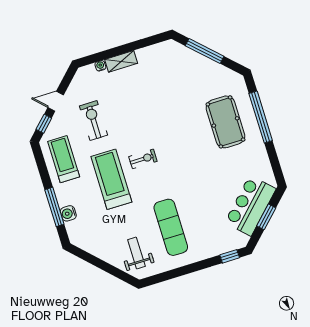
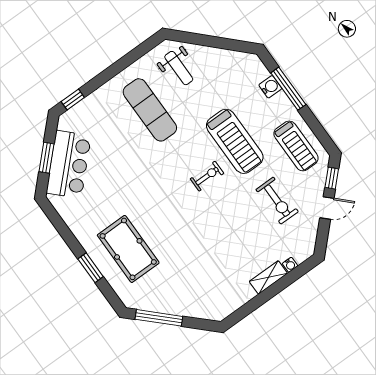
window: (205, 51) -> (159, 318), moved
window: (261, 117) -> (91, 268), width x0.47
exercise bike: (143, 159) -> (207, 176), turned 180

